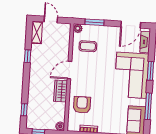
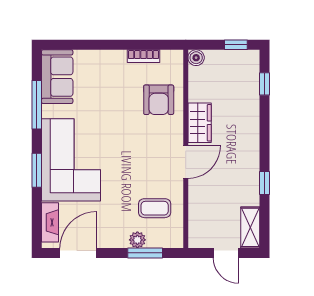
plant: (78, 28) -> (137, 240), moved

